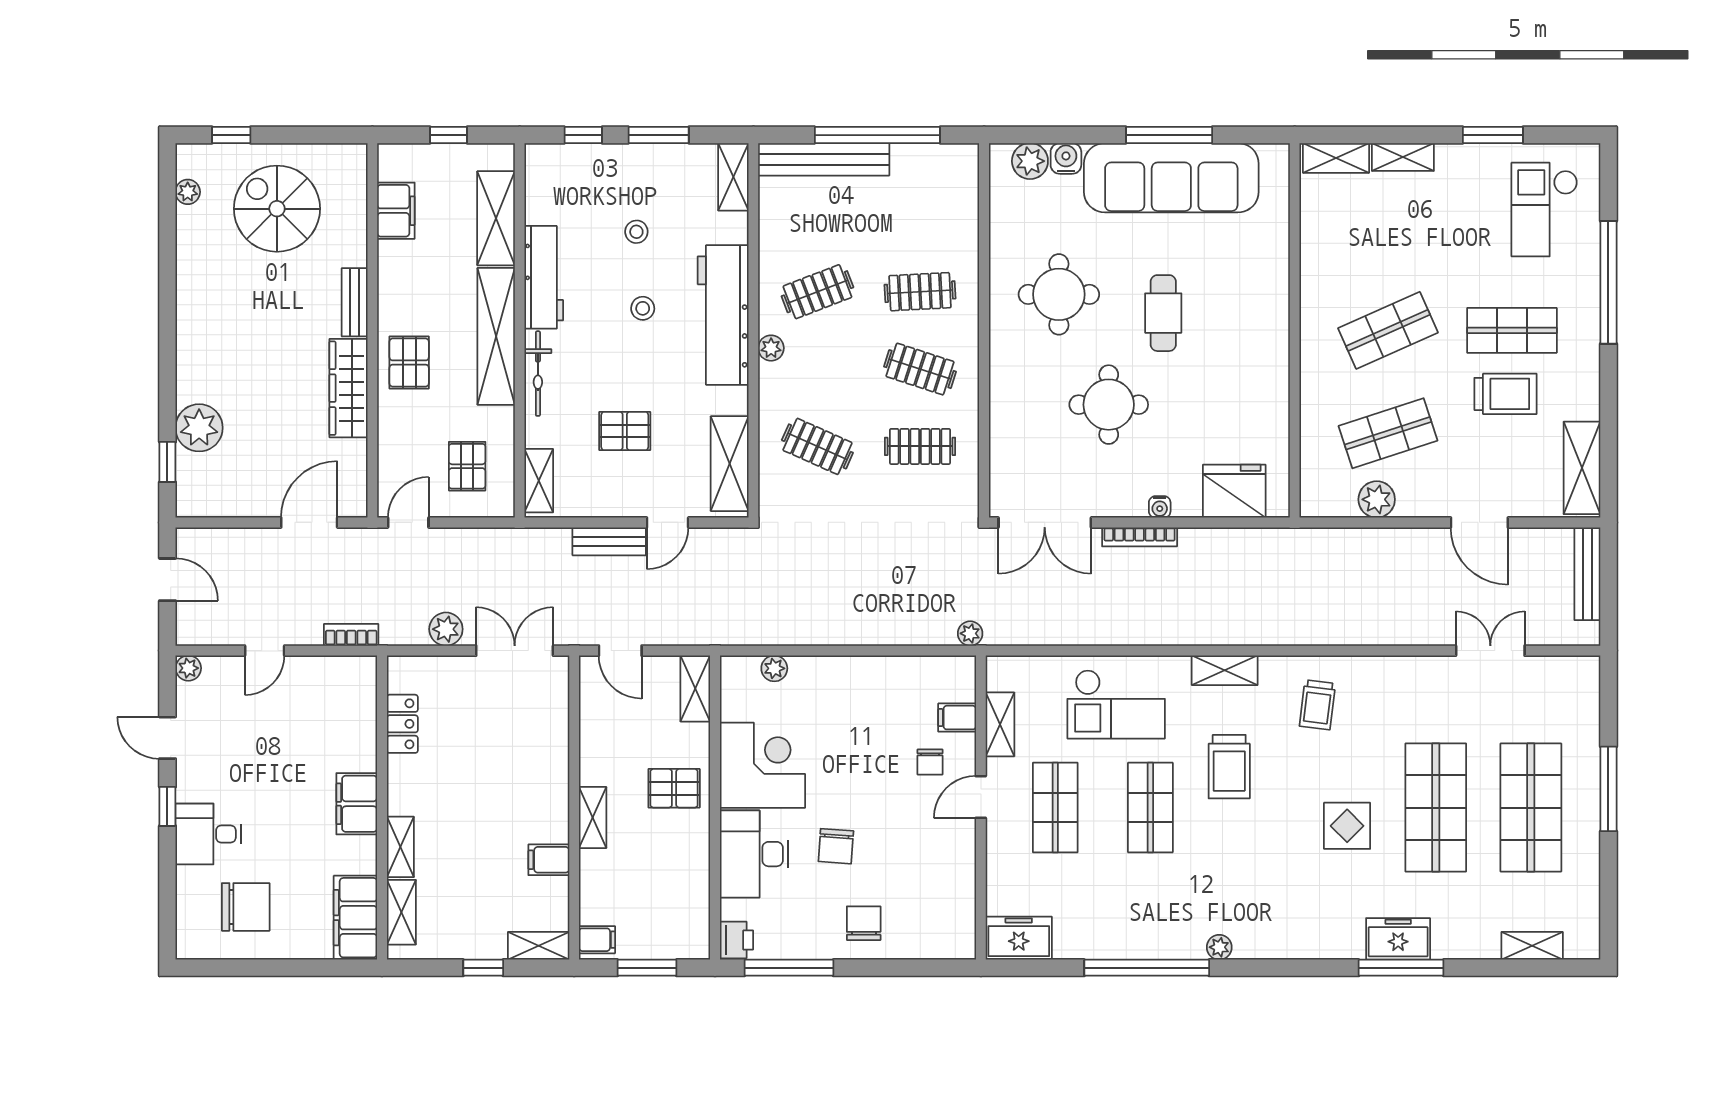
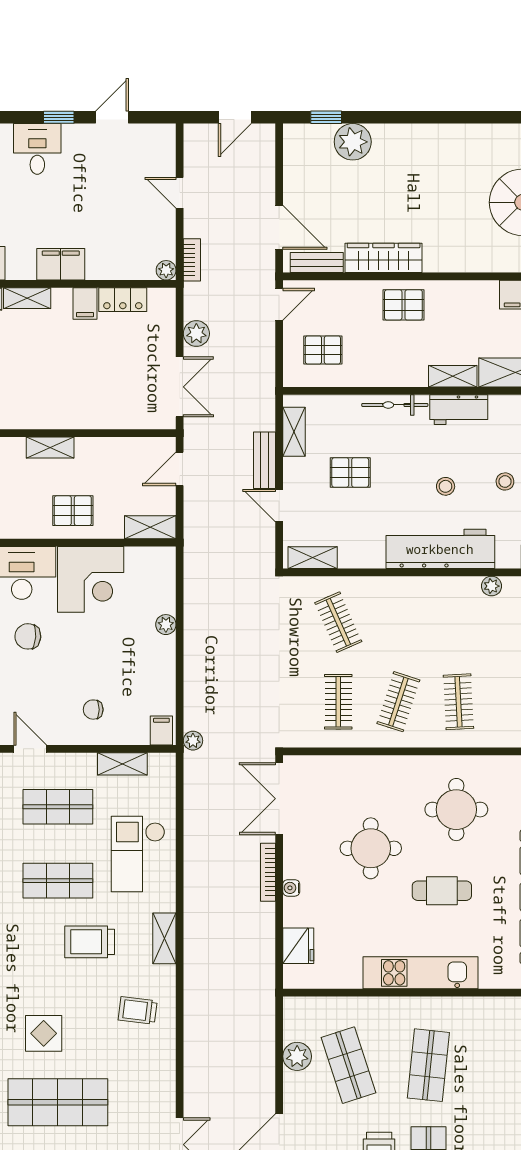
workbench: (544, 277) -> (459, 410), width x0.73
clothes rail: (817, 292) -> (458, 622), removed
bench: (355, 302) -> (317, 263), moved
shop shelf: (1388, 330) -> (428, 1065), turned 30
shelving: (496, 336) -> (453, 376), width x0.45, depth x0.75
kitchen unit: (1269, 341) -> (421, 973), added
plant: (771, 348) -> (492, 586), moved
pallet: (625, 431) -> (350, 472), turned 90
clothes rail: (817, 446) -> (338, 622), turned -48
shelving: (730, 464) -> (313, 558), width x0.67, depth x0.75
shelving: (539, 481) -> (294, 432), moved, turned 90
fridge: (1234, 491) -> (298, 946), width x0.73, depth x0.75
door: (408, 522) -> (279, 304), hinge flipped
plant: (188, 668) -> (166, 270), moved
plant: (774, 668) -> (166, 625), moved
filing cabinet: (957, 718) -> (161, 731), moved
pallet: (674, 788) -> (73, 511), turned 90
door: (981, 797) -> (30, 749), moved
filing cabinet: (549, 860) -> (85, 303), moved, turned 180

